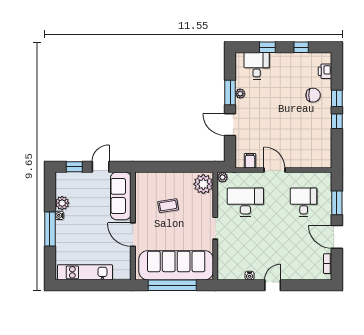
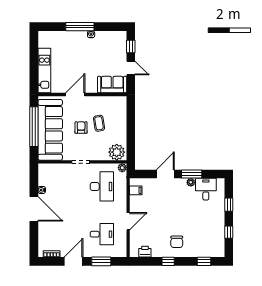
desk: (257, 66) -> (206, 189), moved, turned -90
printer: (325, 71) -> (145, 252), moved
chair: (313, 95) -> (177, 242), moved
window: (337, 98) -> (204, 261), moved
door: (274, 170) -> (128, 221), moved
sofa: (121, 196) -> (112, 85), width x0.73
plant: (62, 203) -> (101, 37), removed
armchair: (173, 228) -> (81, 128), added
kitchen unit: (85, 272) -> (44, 70), moved
door: (273, 285) -> (34, 209), width x1.88

